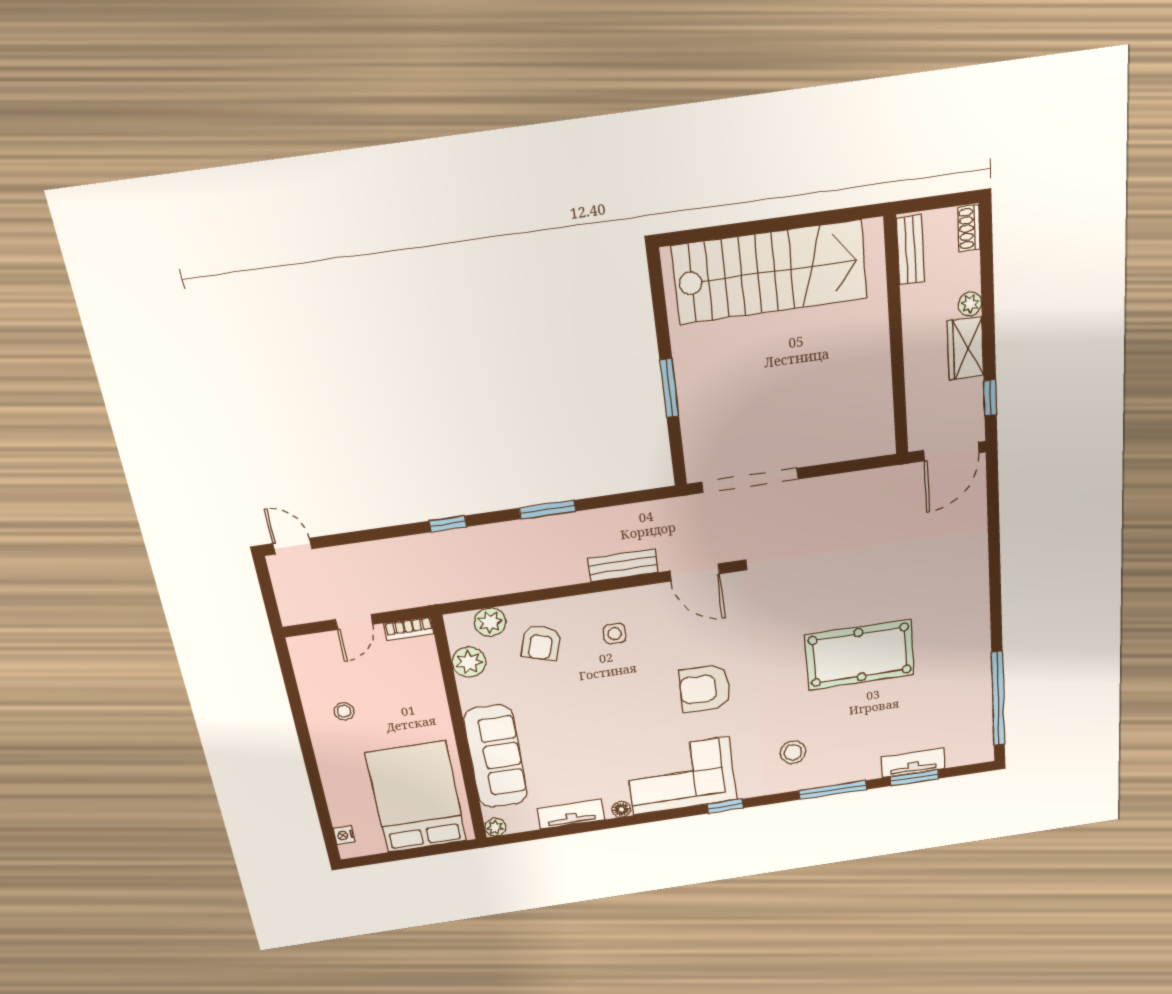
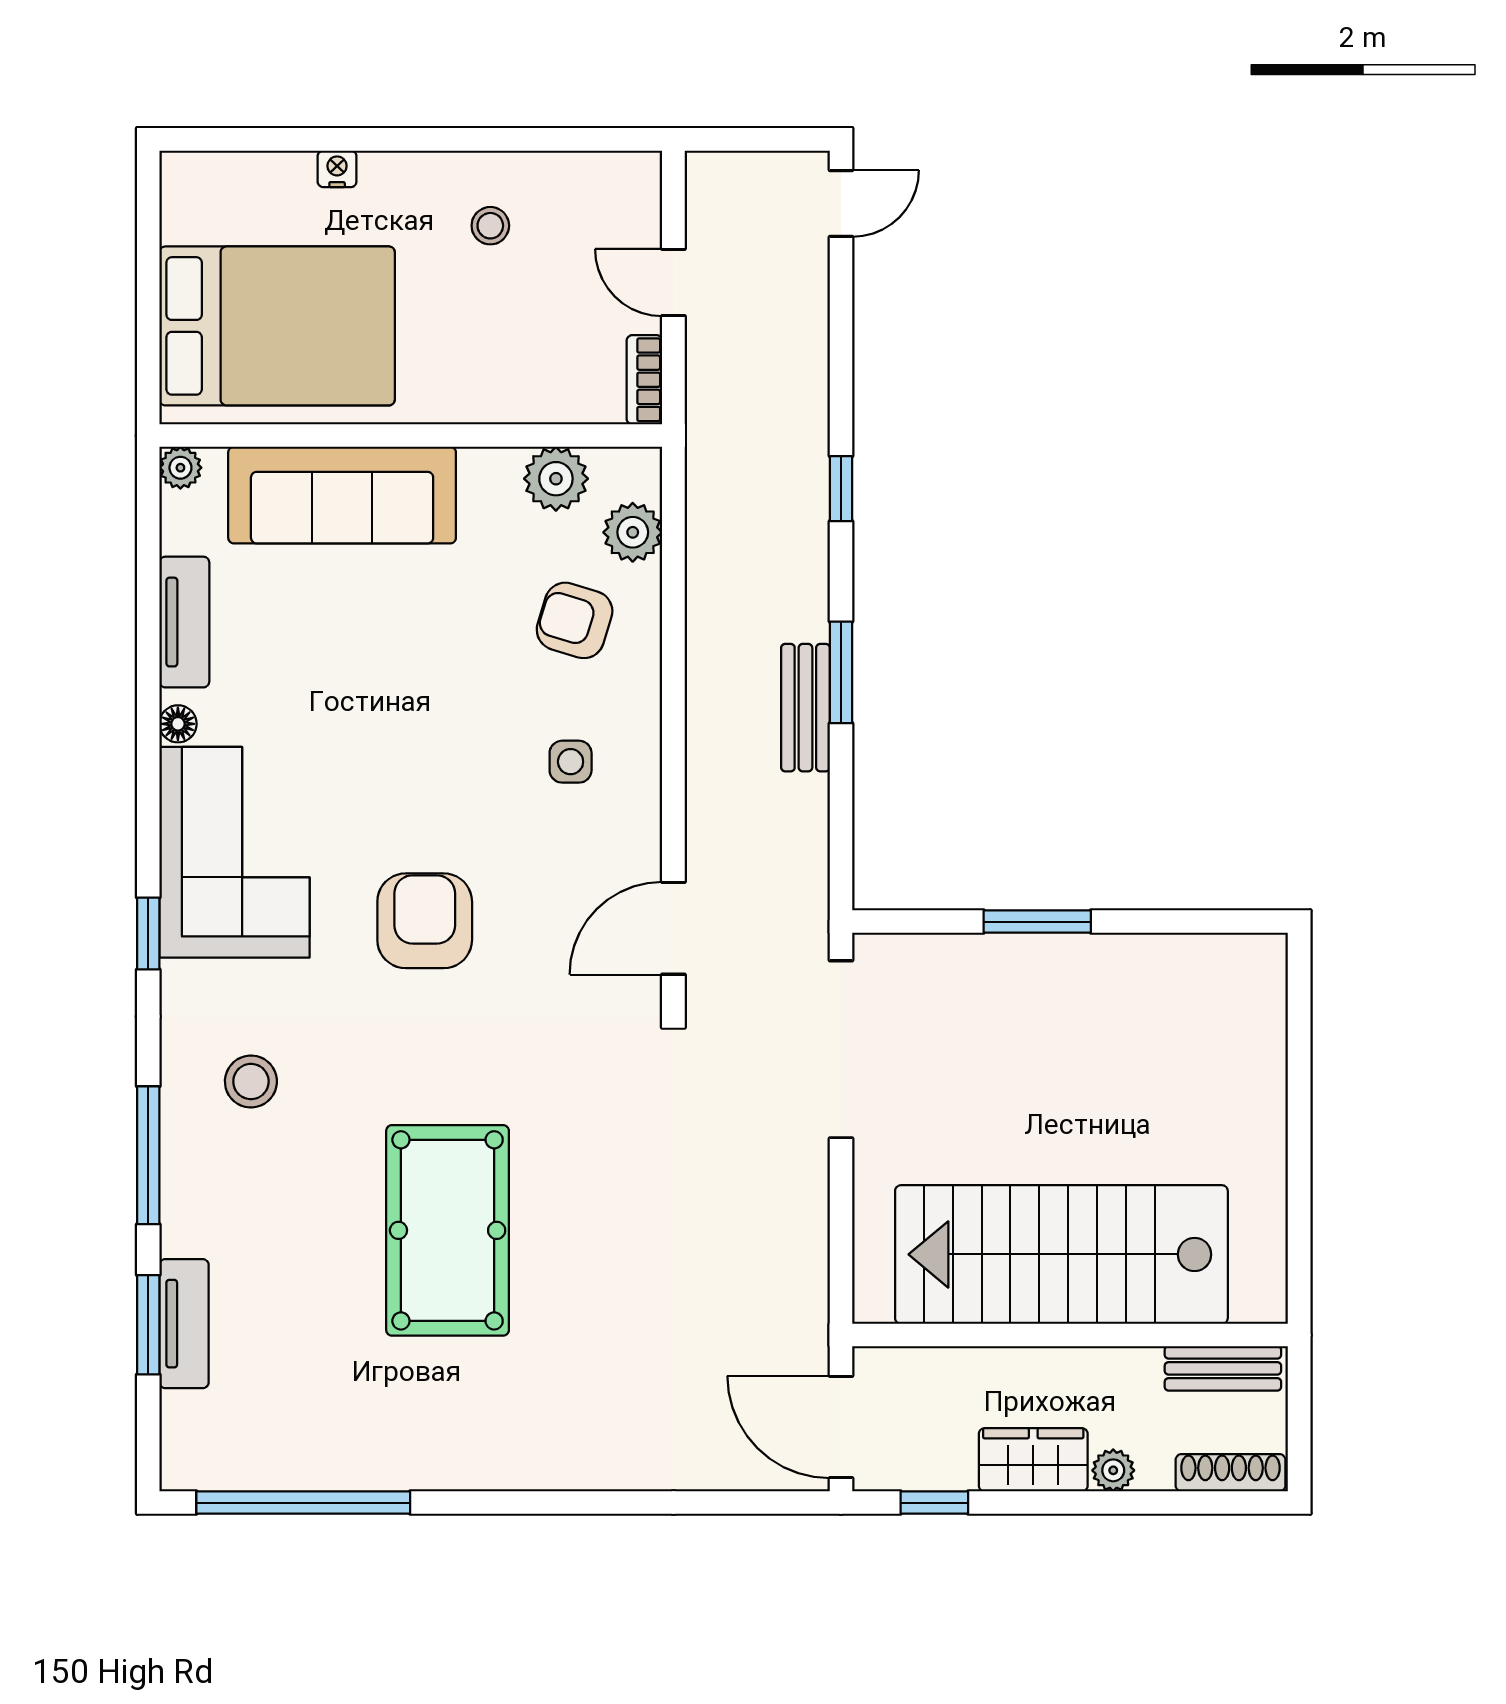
shoe rack: (969, 228) -> (1231, 1473), width x1.43
stairs: (770, 272) -> (1061, 1254), moved, turned 90
bench: (623, 565) -> (805, 708), moved
nightstand: (344, 835) -> (337, 169), moved

